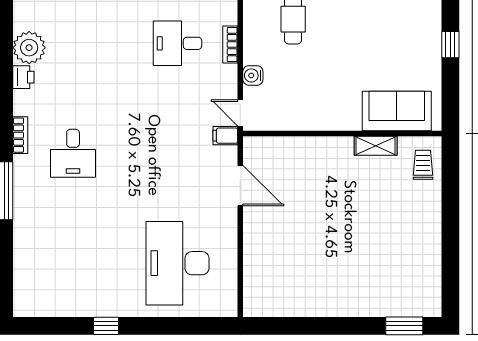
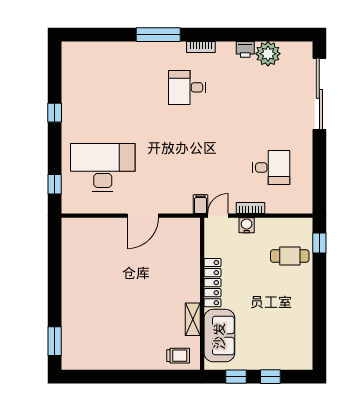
desk: (178, 43) -> (271, 167), turned 90
bookcase: (230, 44) -> (250, 208), moved
window: (450, 89) -> (236, 377), added
locker: (328, 120) -> (212, 283), added
door: (240, 186) -> (143, 216), moved
window: (199, 326) -> (55, 184), added

